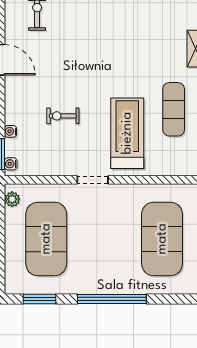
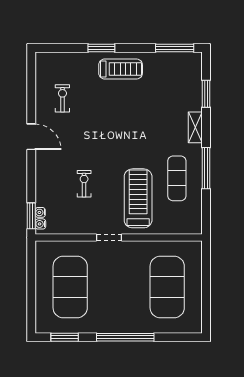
exercise bike: (63, 116) -> (84, 184), turned 90
water cooler: (10, 131) -> (40, 212), moved
plant: (12, 199) -> (42, 254), removed

